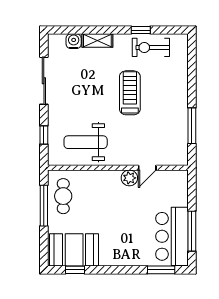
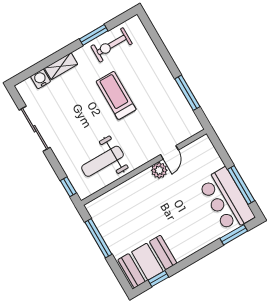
window: (141, 30) -> (94, 35), width x1.50
window: (44, 135) -> (68, 187), moved
cafe table: (63, 196) -> (110, 220), removed

